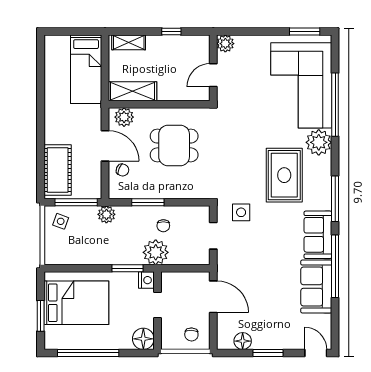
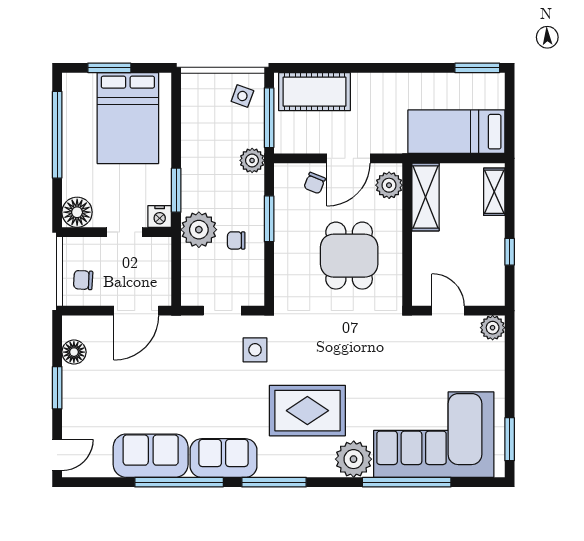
window: (41, 54) -> (477, 68), added

